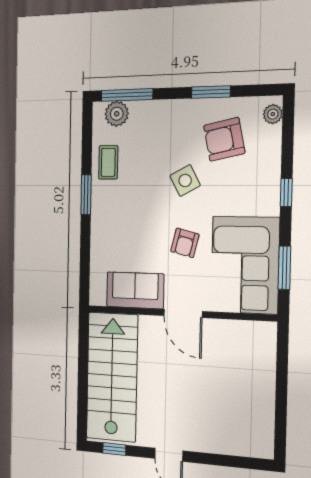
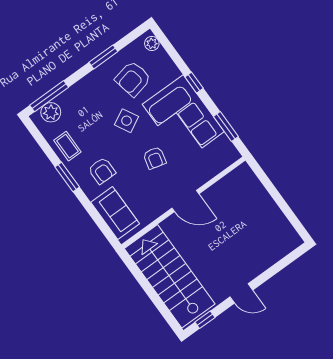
armchair: (123, 215) -> (102, 171), added
corner sofa: (245, 265) -> (183, 118), moved
sofa: (135, 290) -> (115, 213), moved, turned 90

